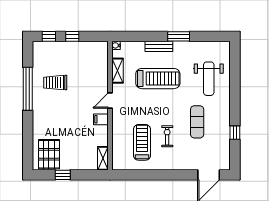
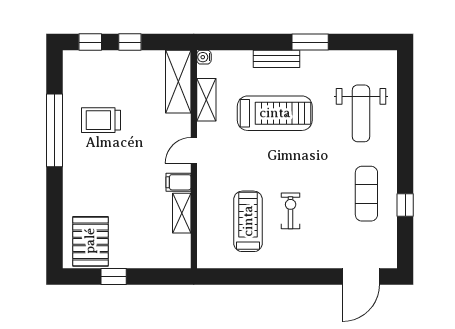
shelving: (101, 60) -> (178, 82), added
exercise mat: (197, 122) -> (366, 194), moved
shelving: (103, 158) -> (182, 213), moved

